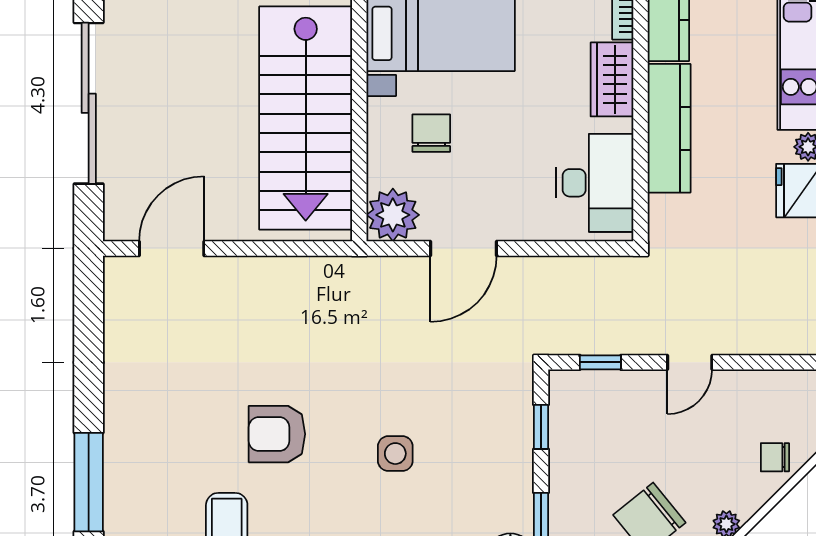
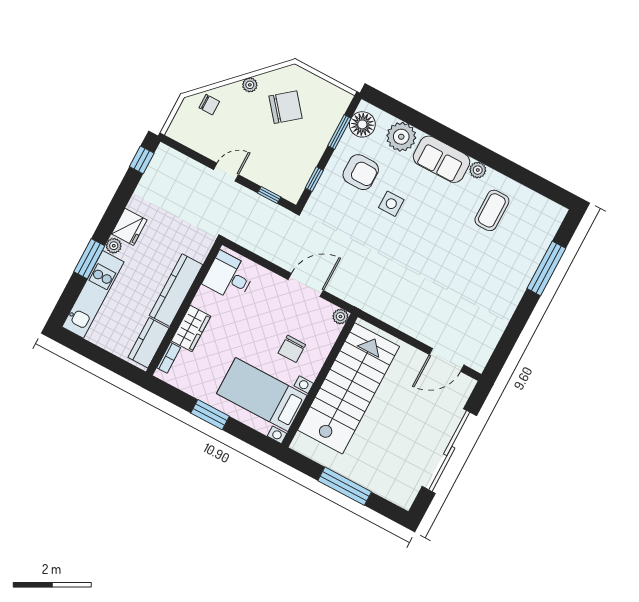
desk: (595, 183) -> (229, 277), width x0.73
plant: (393, 215) -> (340, 317), width x0.53, depth x0.53
armchair: (277, 434) -> (361, 172), moved

